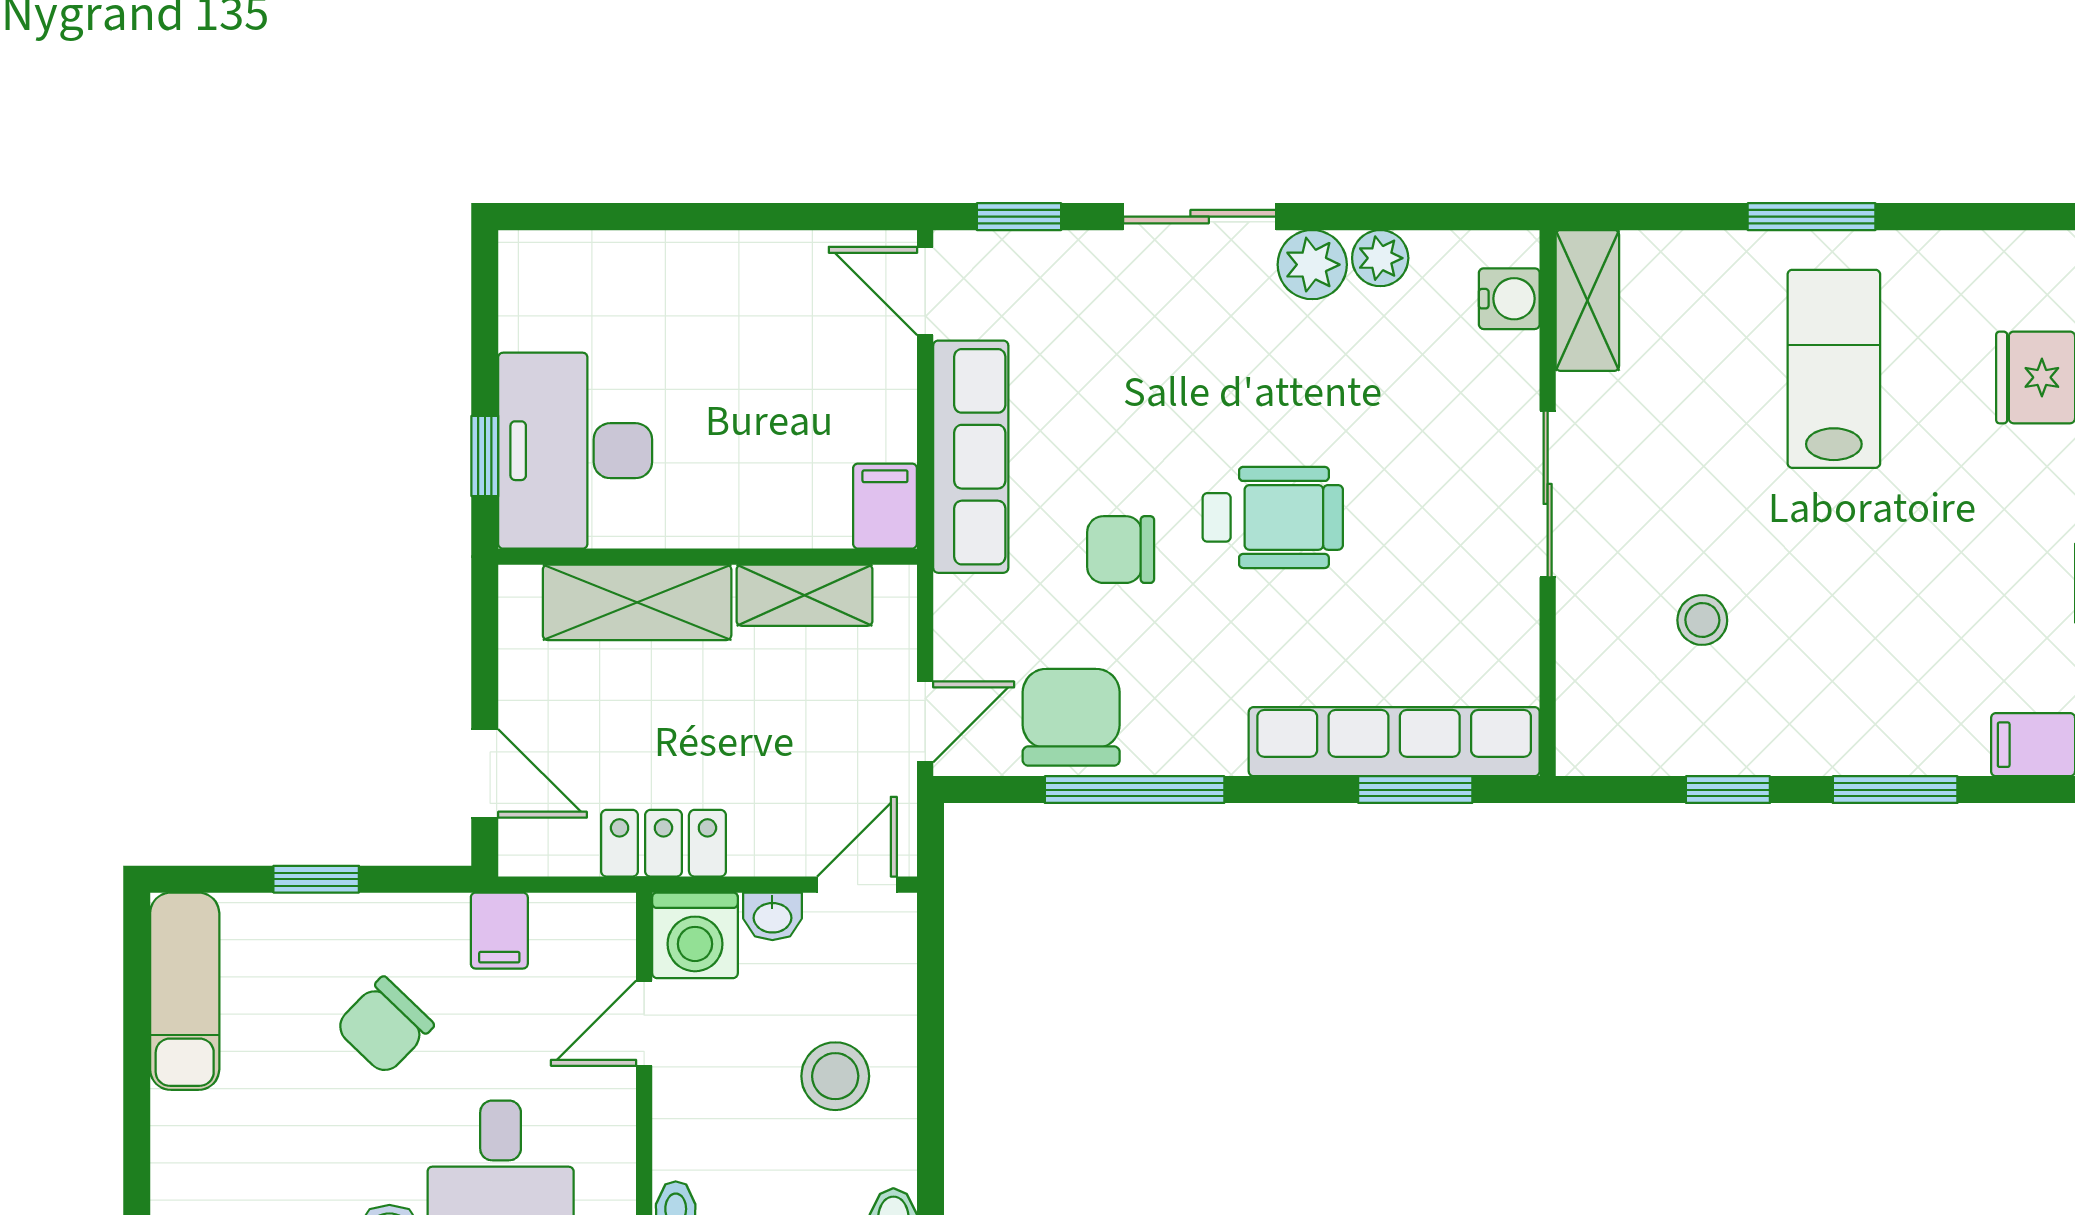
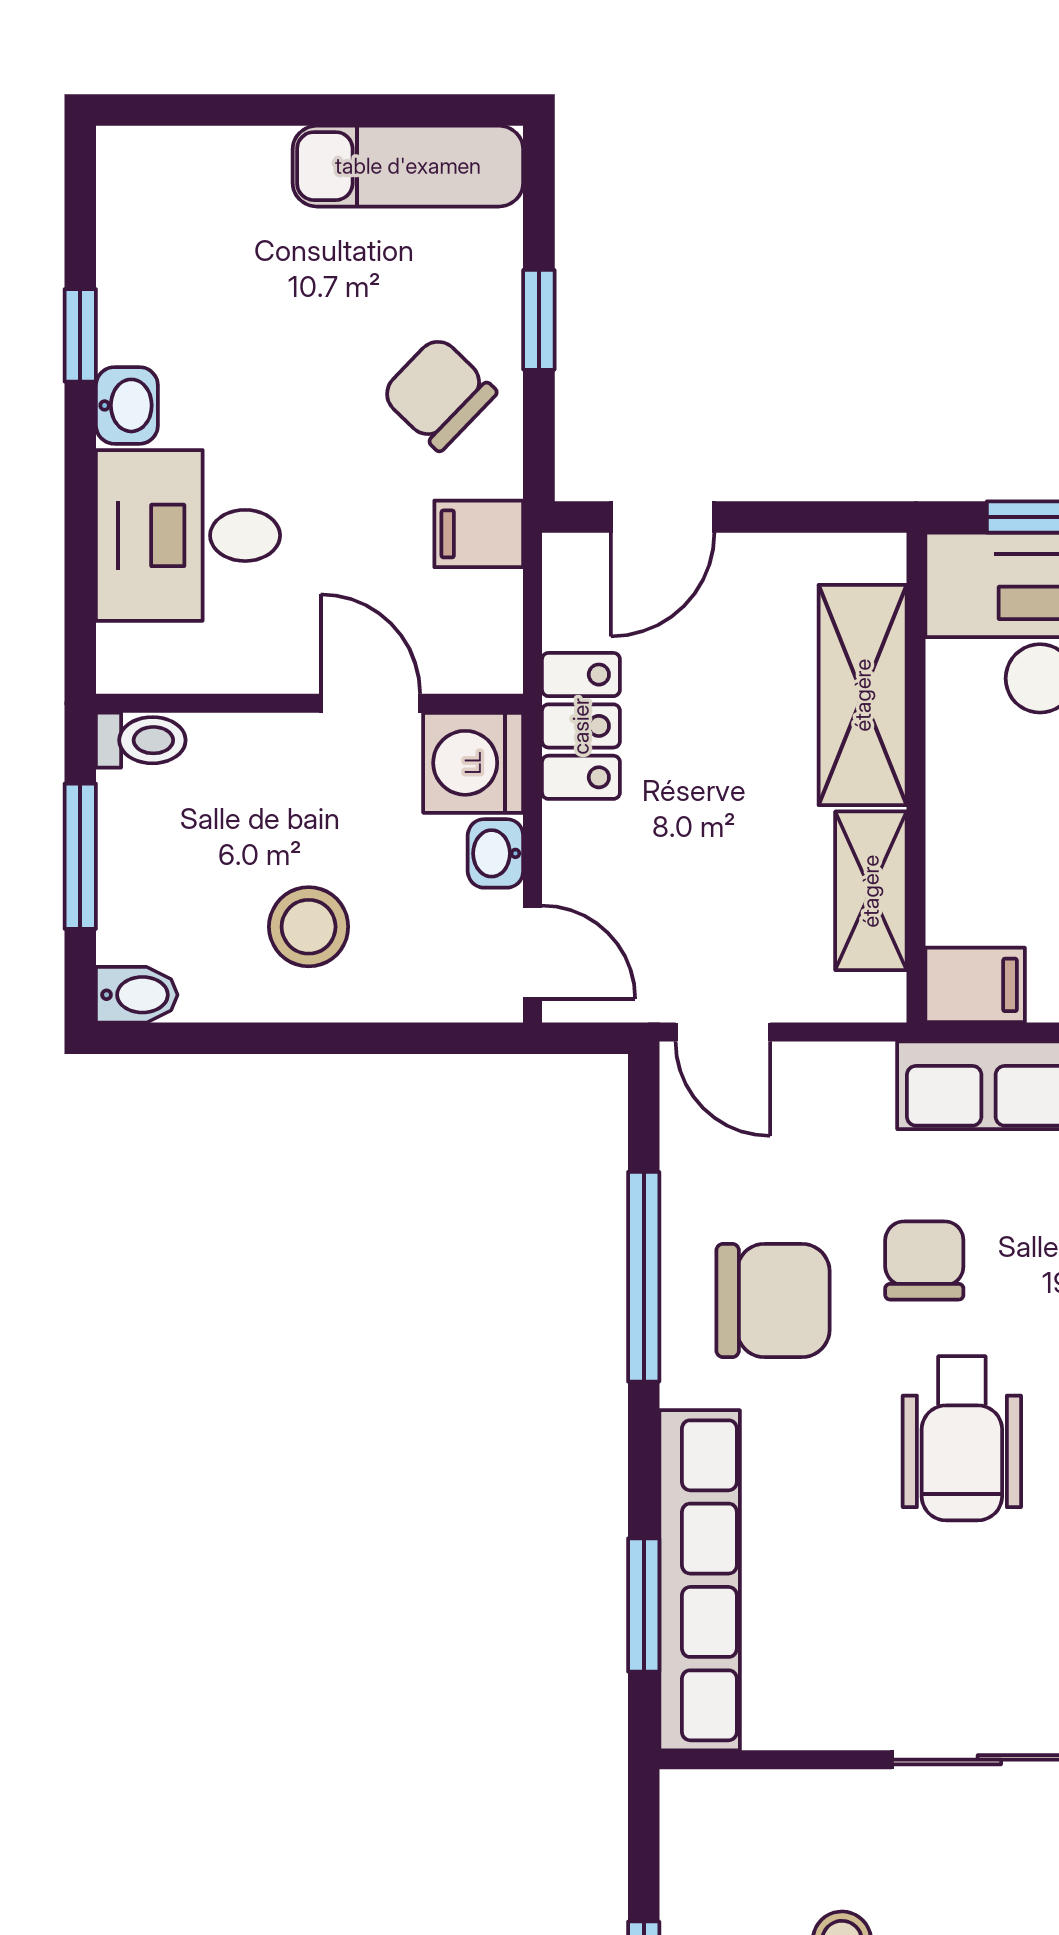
chair: (1071, 717) -> (773, 1300), moved
chair: (384, 1026) -> (439, 393), moved

